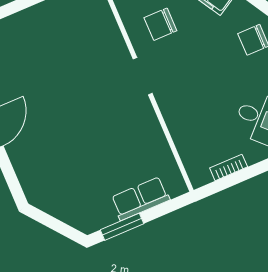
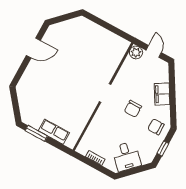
chair: (160, 24) -> (133, 109), moved, turned -90

